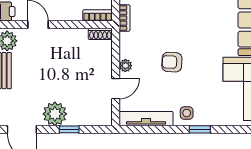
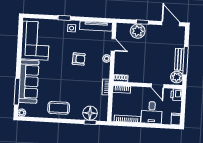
door: (116, 89) -> (113, 45), swing flipped
plant: (55, 114) -> (138, 31), moved

